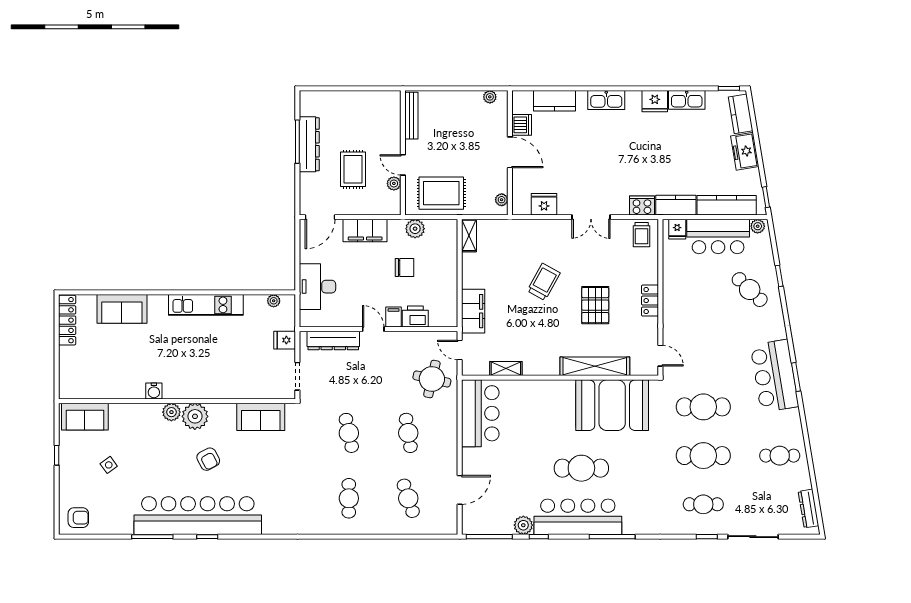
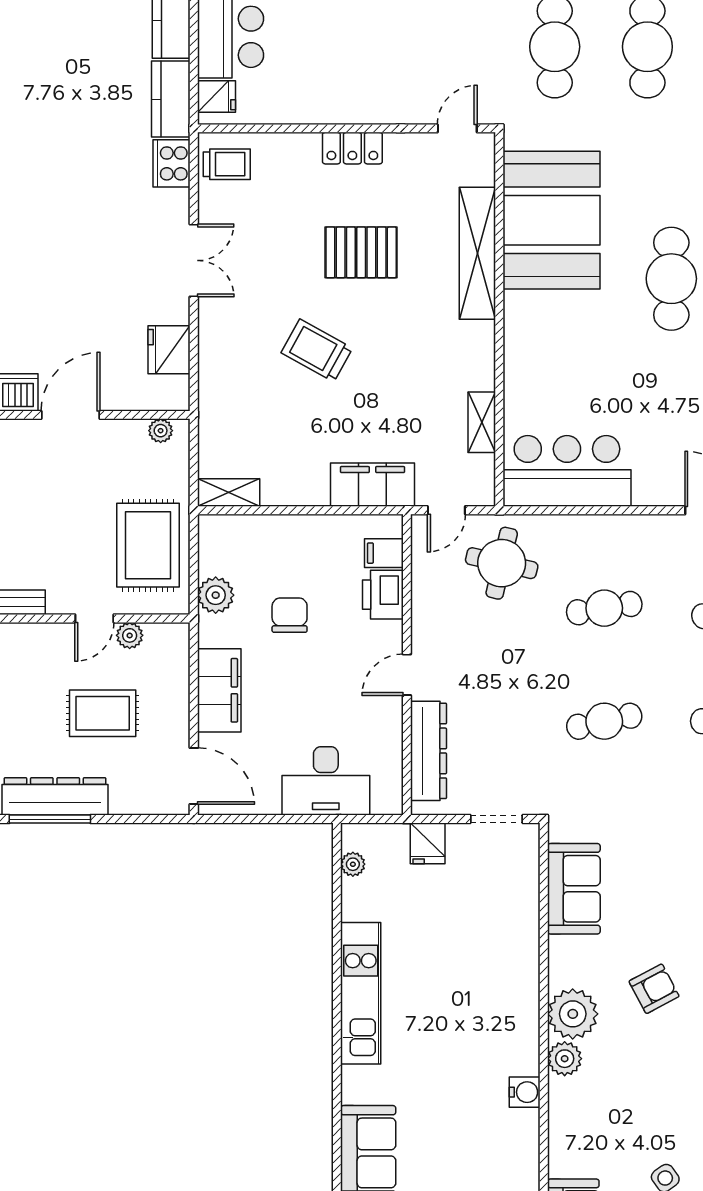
filing cabinet: (394, 317) -> (384, 553), moved

